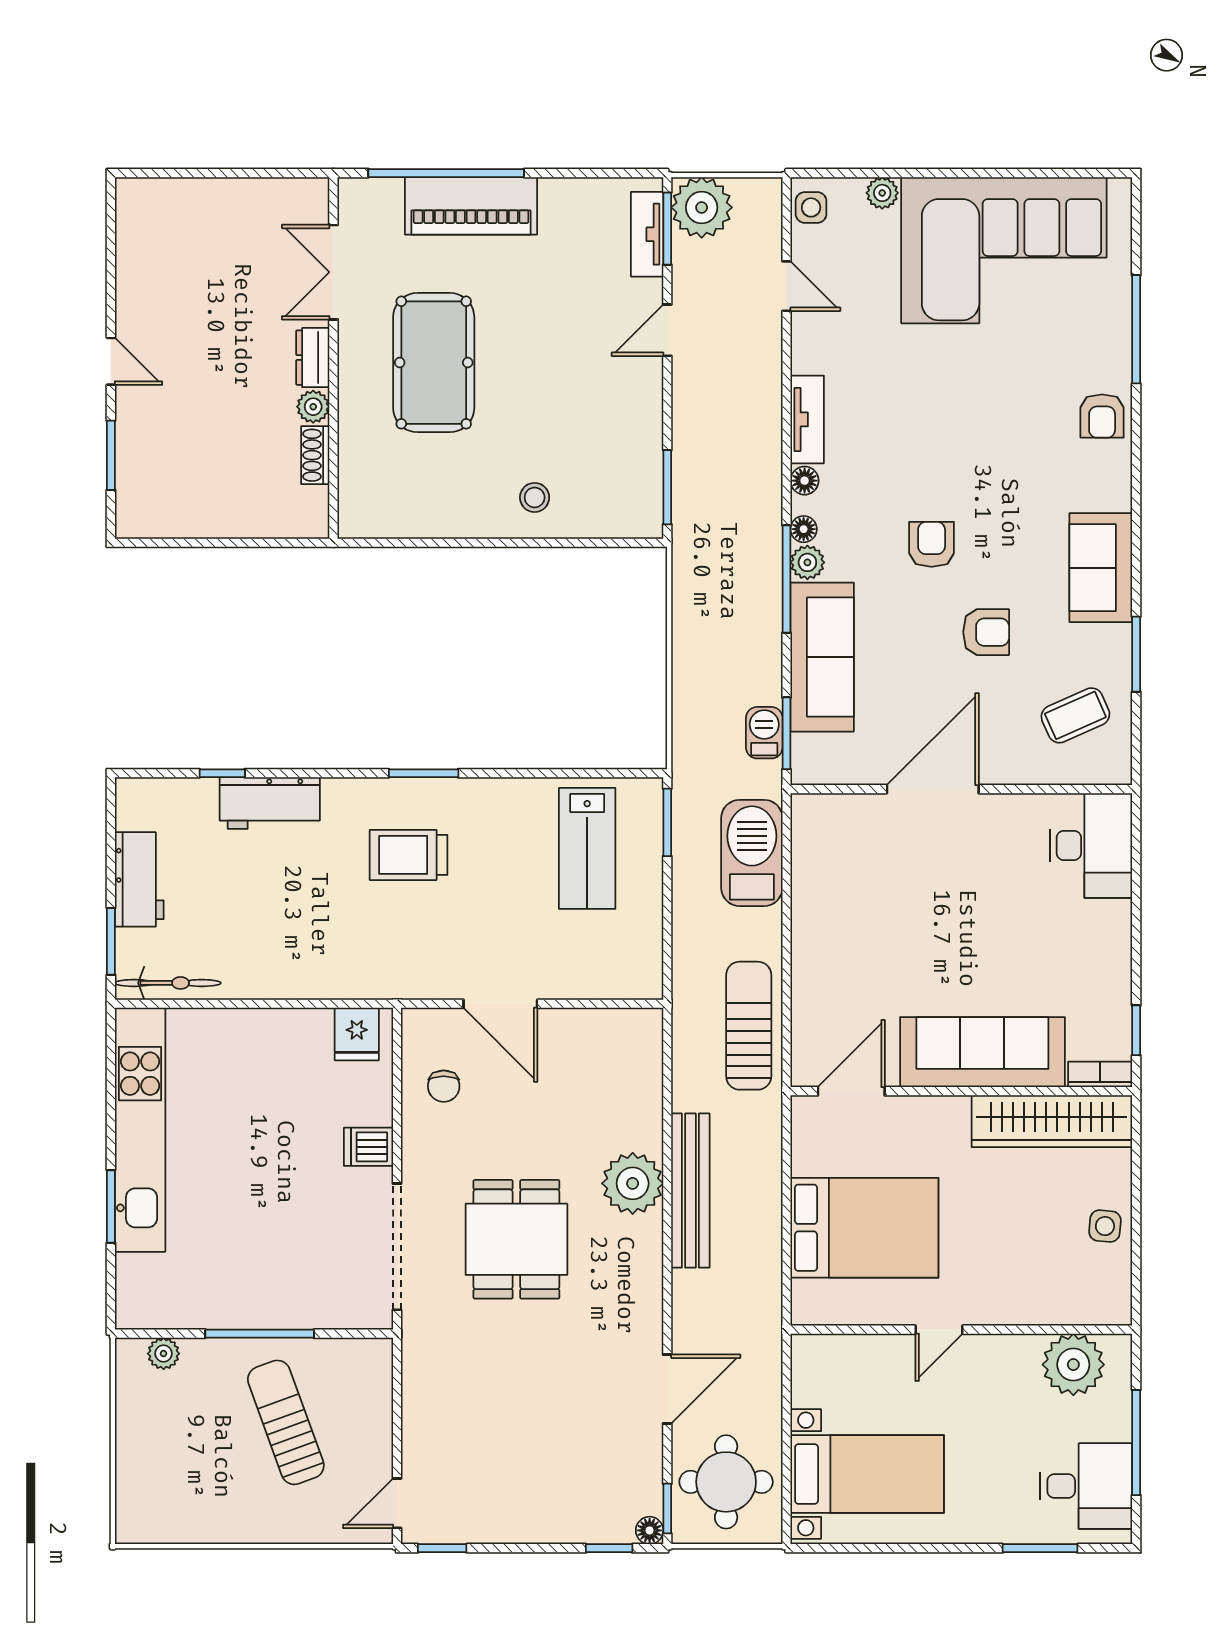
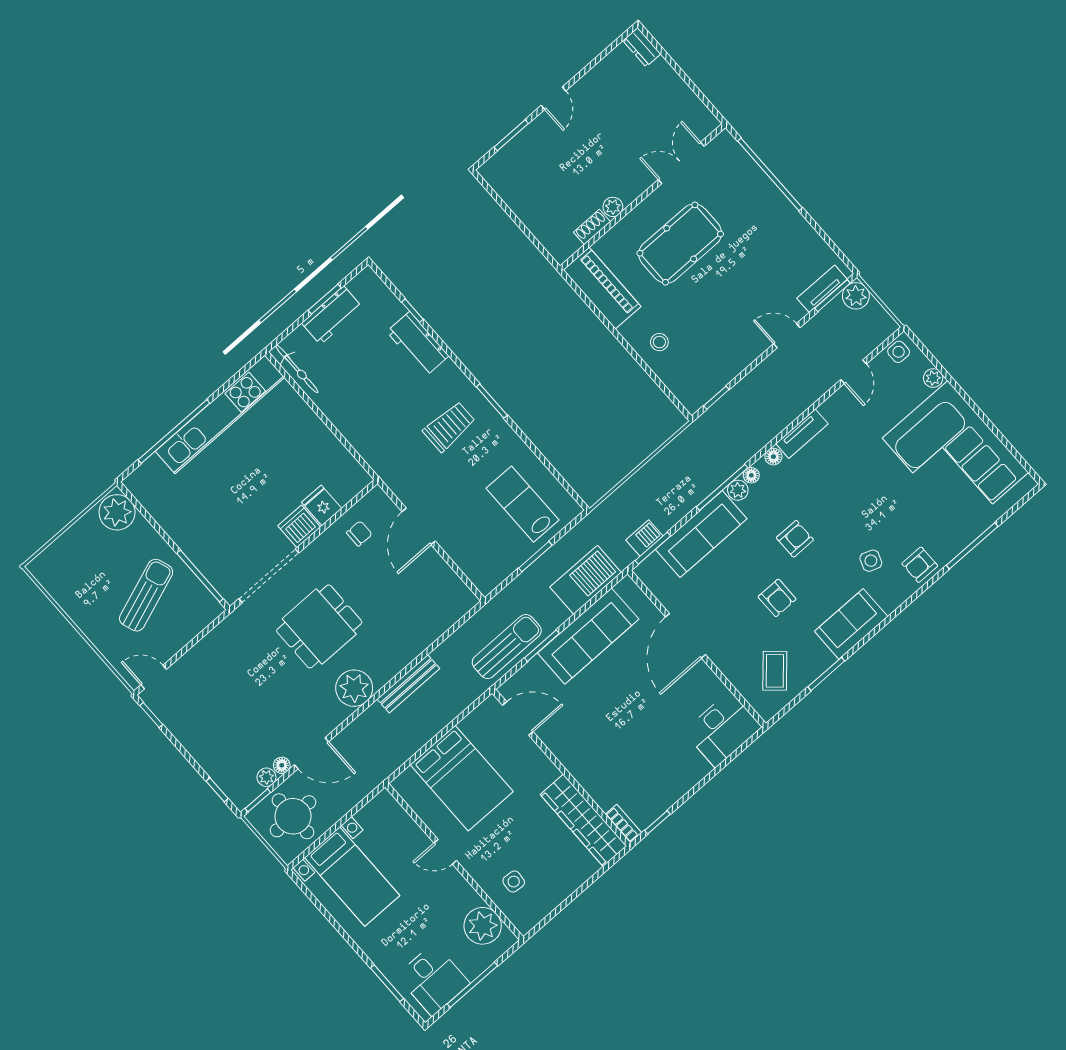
piano: (471, 206) -> (602, 288), moved, turned 180
plant: (702, 207) -> (856, 296), width x0.73, depth x0.73
dresser: (313, 358) -> (642, 47), moved, turned -90
side table: (1043, 473) -> (871, 561), added
window: (667, 487) -> (716, 398), width x0.67
coffee table: (1075, 715) -> (775, 671), turned 66
door: (933, 789) -> (685, 636), swing flipped
window: (667, 822) -> (535, 557), moved
lab bench: (587, 848) -> (523, 504), turned 90
trolley: (409, 855) -> (449, 426), turned 90
window: (111, 941) -> (325, 299), moved
window: (786, 981) -> (542, 646), added
fridge: (357, 1034) -> (322, 505), moved, turned 90
sofa: (982, 1052) -> (588, 636), moved, turned 90
chair: (444, 1086) -> (359, 533), turned 180
dishwasher: (368, 1147) -> (299, 526), width x1.38
plant: (633, 1183) -> (354, 688), moved
bench: (690, 1191) -> (408, 684), width x0.73, depth x0.82
window: (111, 1206) -> (174, 431), width x2.11
side table: (1105, 1226) -> (514, 882), moved
window: (260, 1334) -> (200, 576), moved
plant: (164, 1354) -> (117, 512), width x1.88, depth x1.88
plant: (648, 1472) -> (266, 777), added
floor lamp: (650, 1530) -> (282, 765), moved

